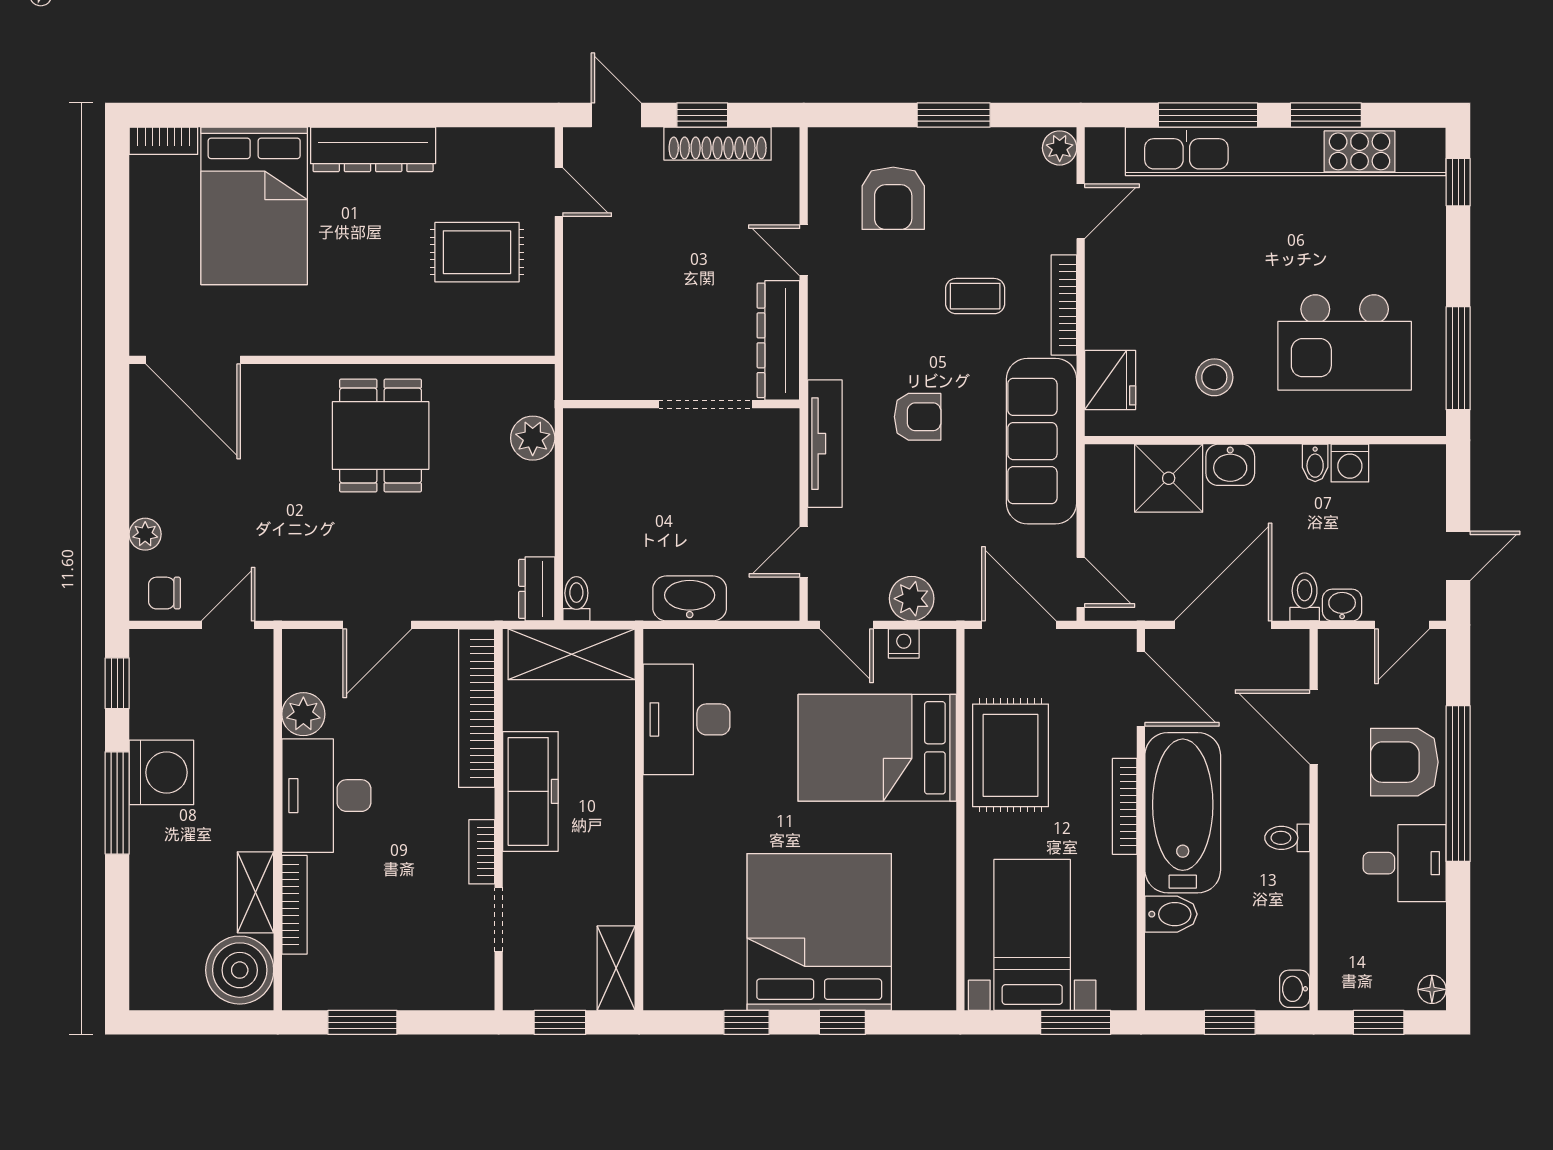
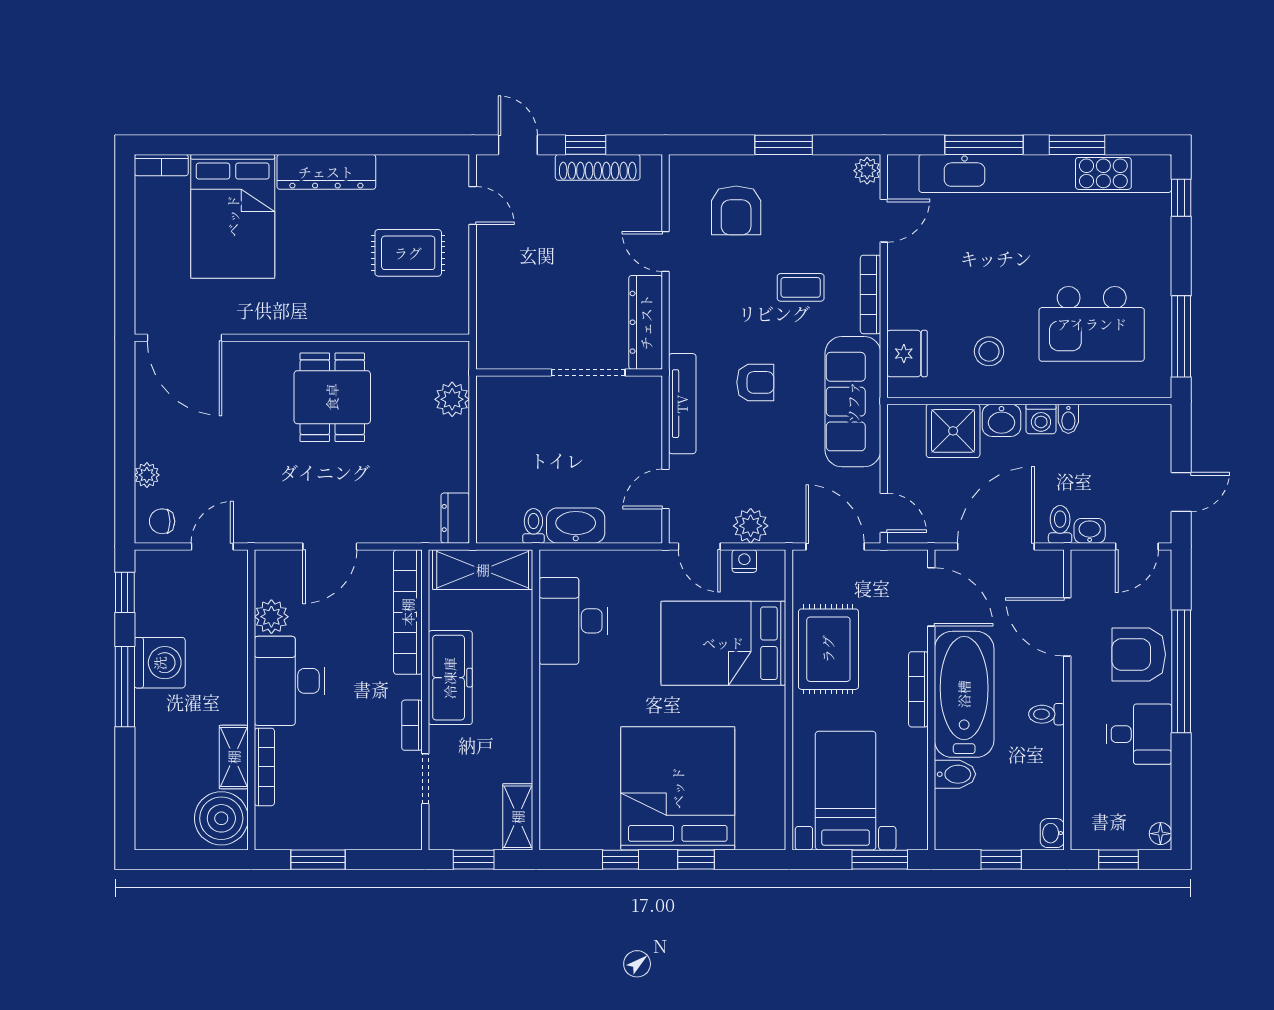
washing machine: (1350, 463) -> (1041, 419), moved
toilet: (576, 599) -> (533, 526), moved

